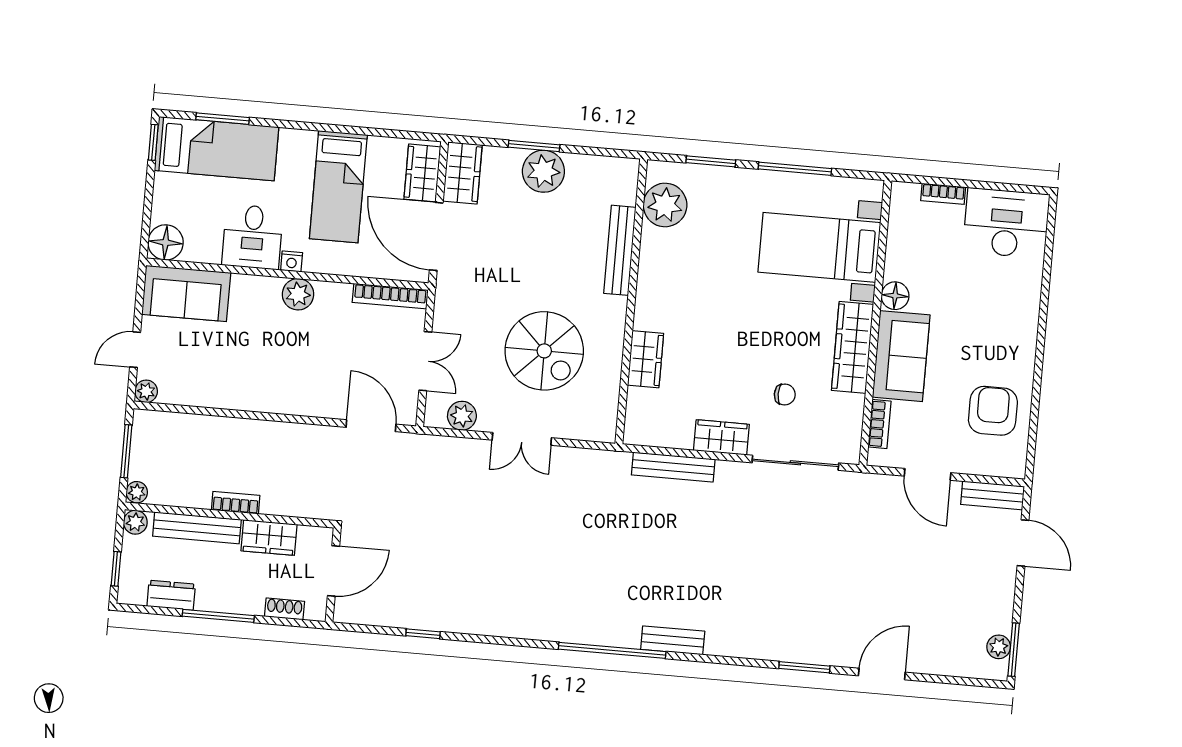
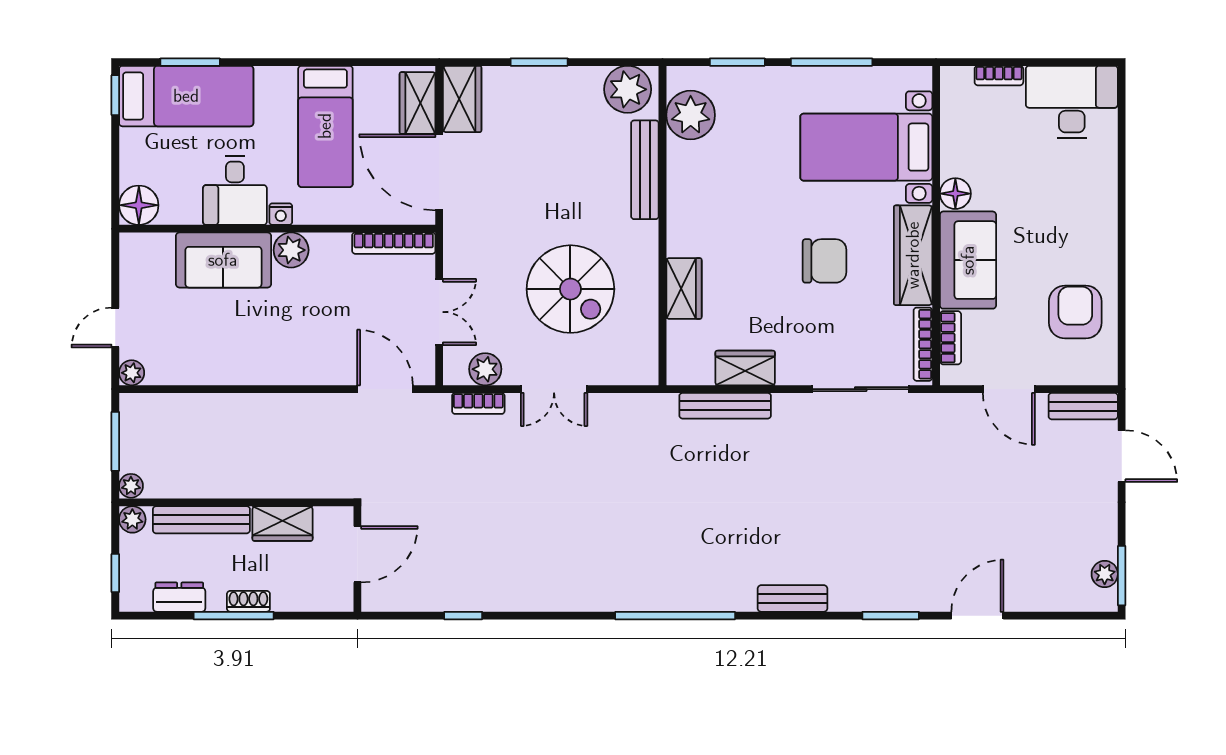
plant: (543, 171) -> (628, 89), moved
sofa: (186, 293) -> (223, 260), moved
chair: (785, 394) -> (825, 261), moved, width x1.87, depth x1.87
bookcase: (854, 428) -> (923, 344), added
wardrobe: (721, 437) -> (745, 368), moved
bookcase: (236, 503) -> (478, 403), moved, turned 180
shoe rack: (284, 609) -> (248, 601), moved
bench: (673, 640) -> (792, 598), moved

